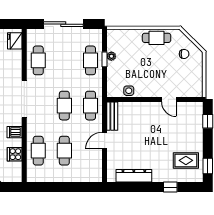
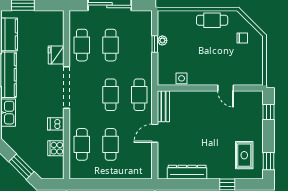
fridge: (15, 41) -> (56, 55), moved
cafe table: (90, 60) -> (111, 45), moved
rug: (186, 160) -> (244, 155), turned 90

